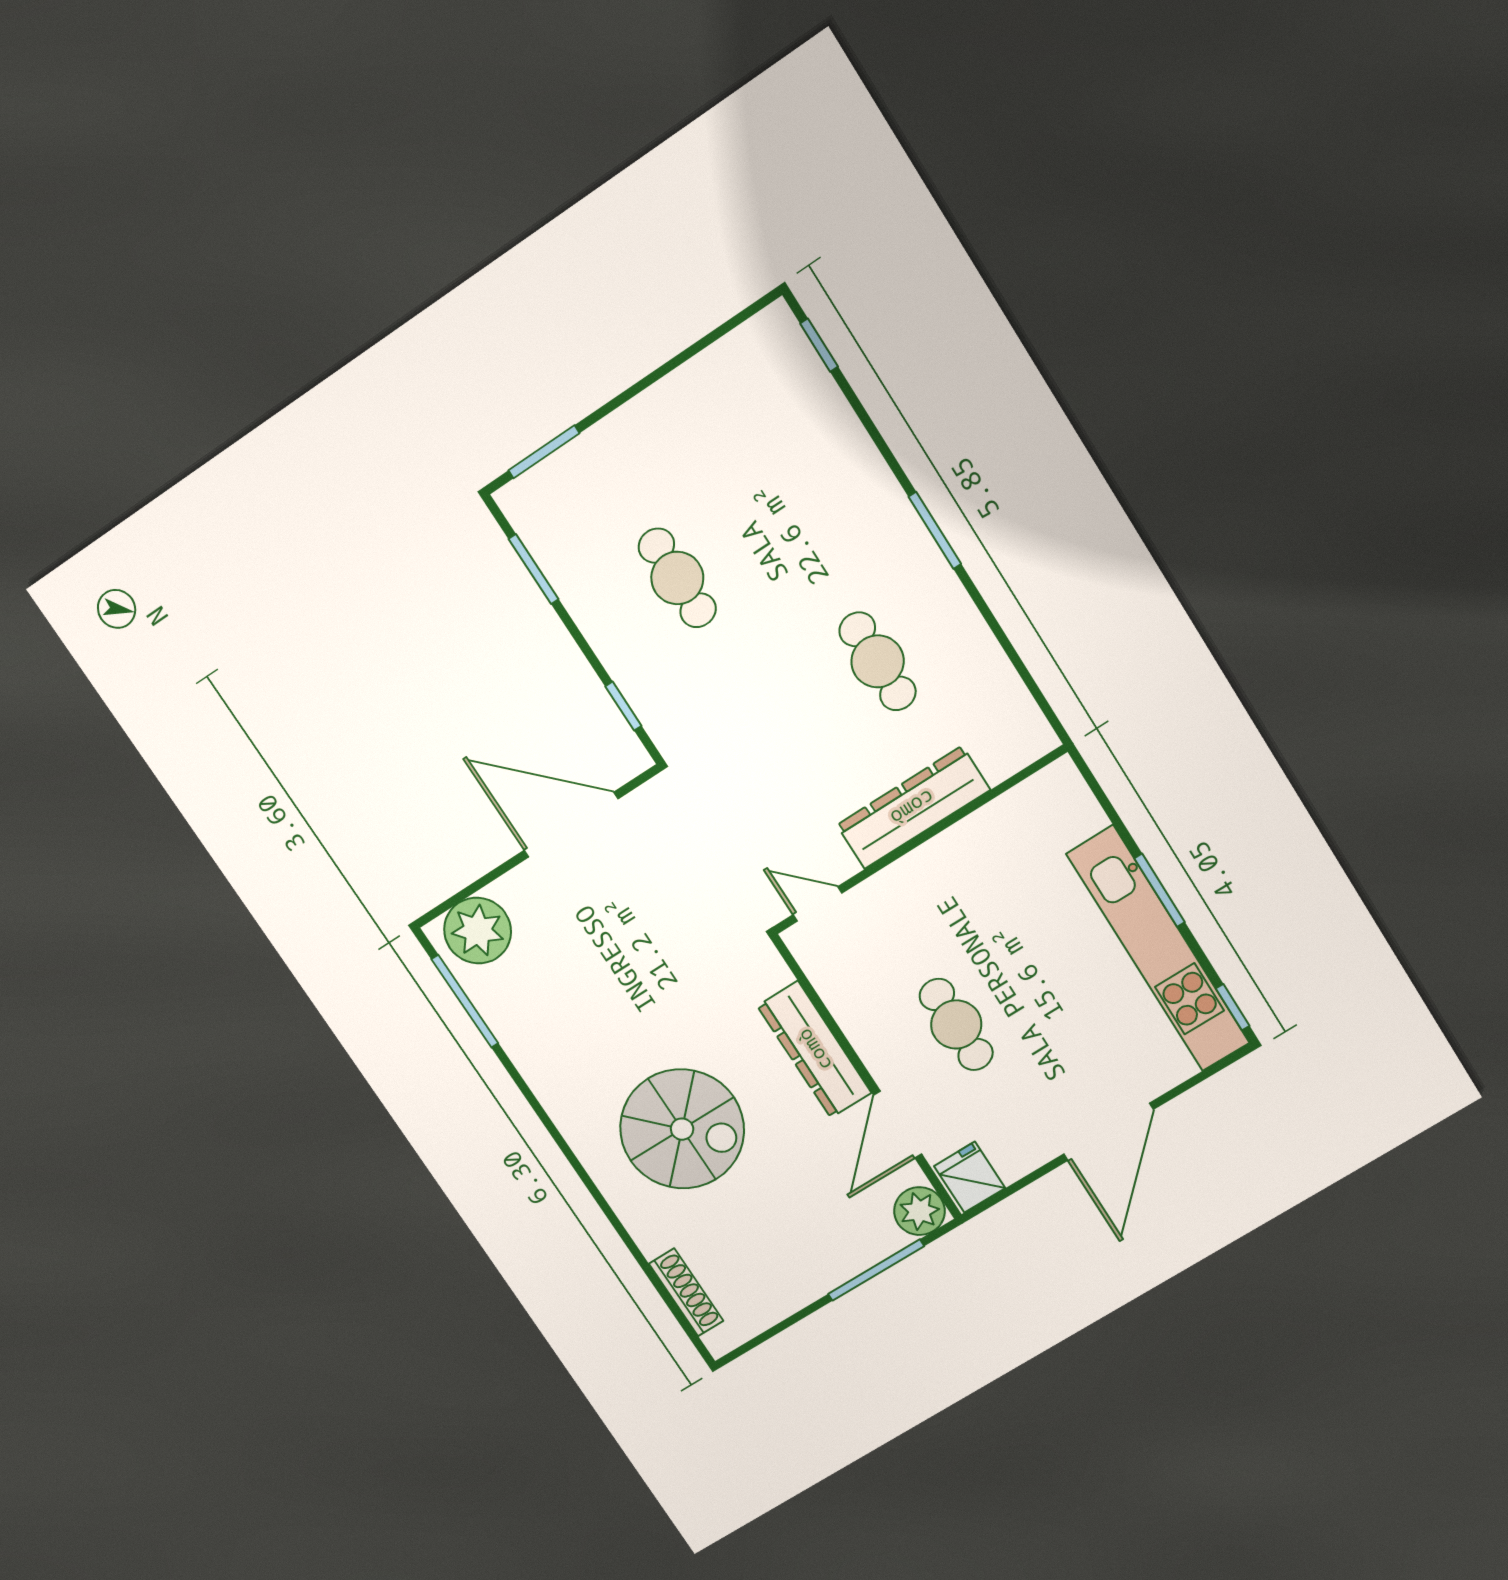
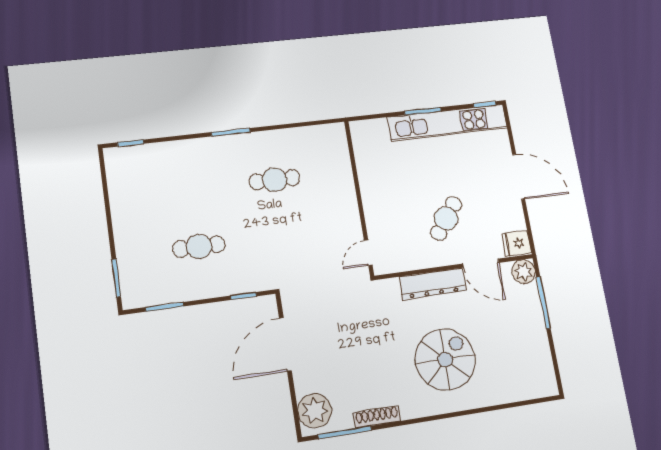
dresser: (913, 808) -> (344, 194), removed
cafe table: (956, 1024) -> (446, 218), turned -53
shoe rack: (686, 1292) -> (377, 417), moved

